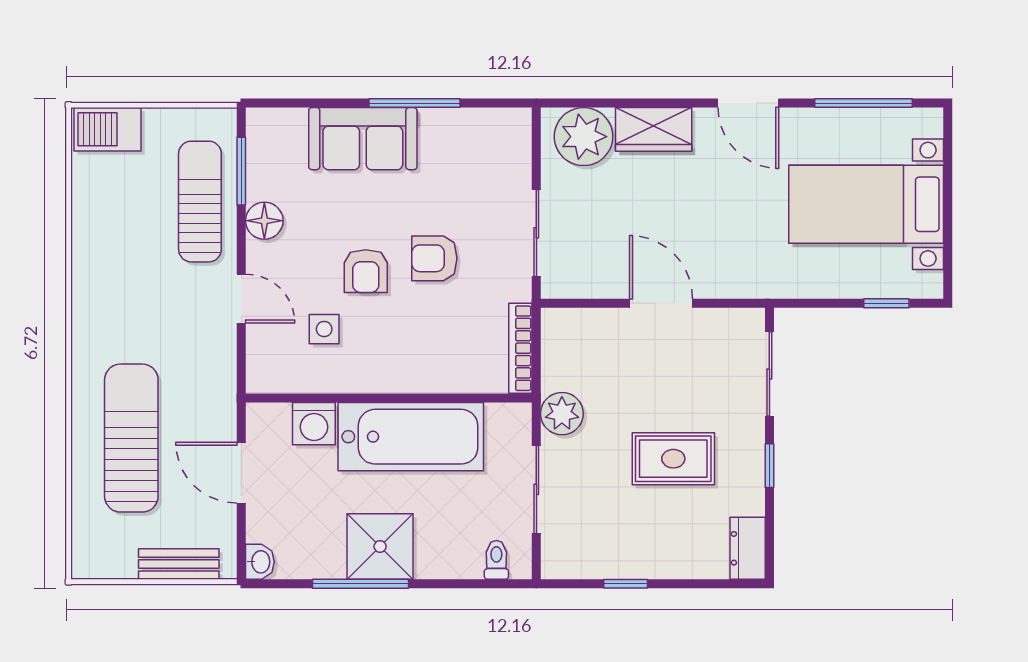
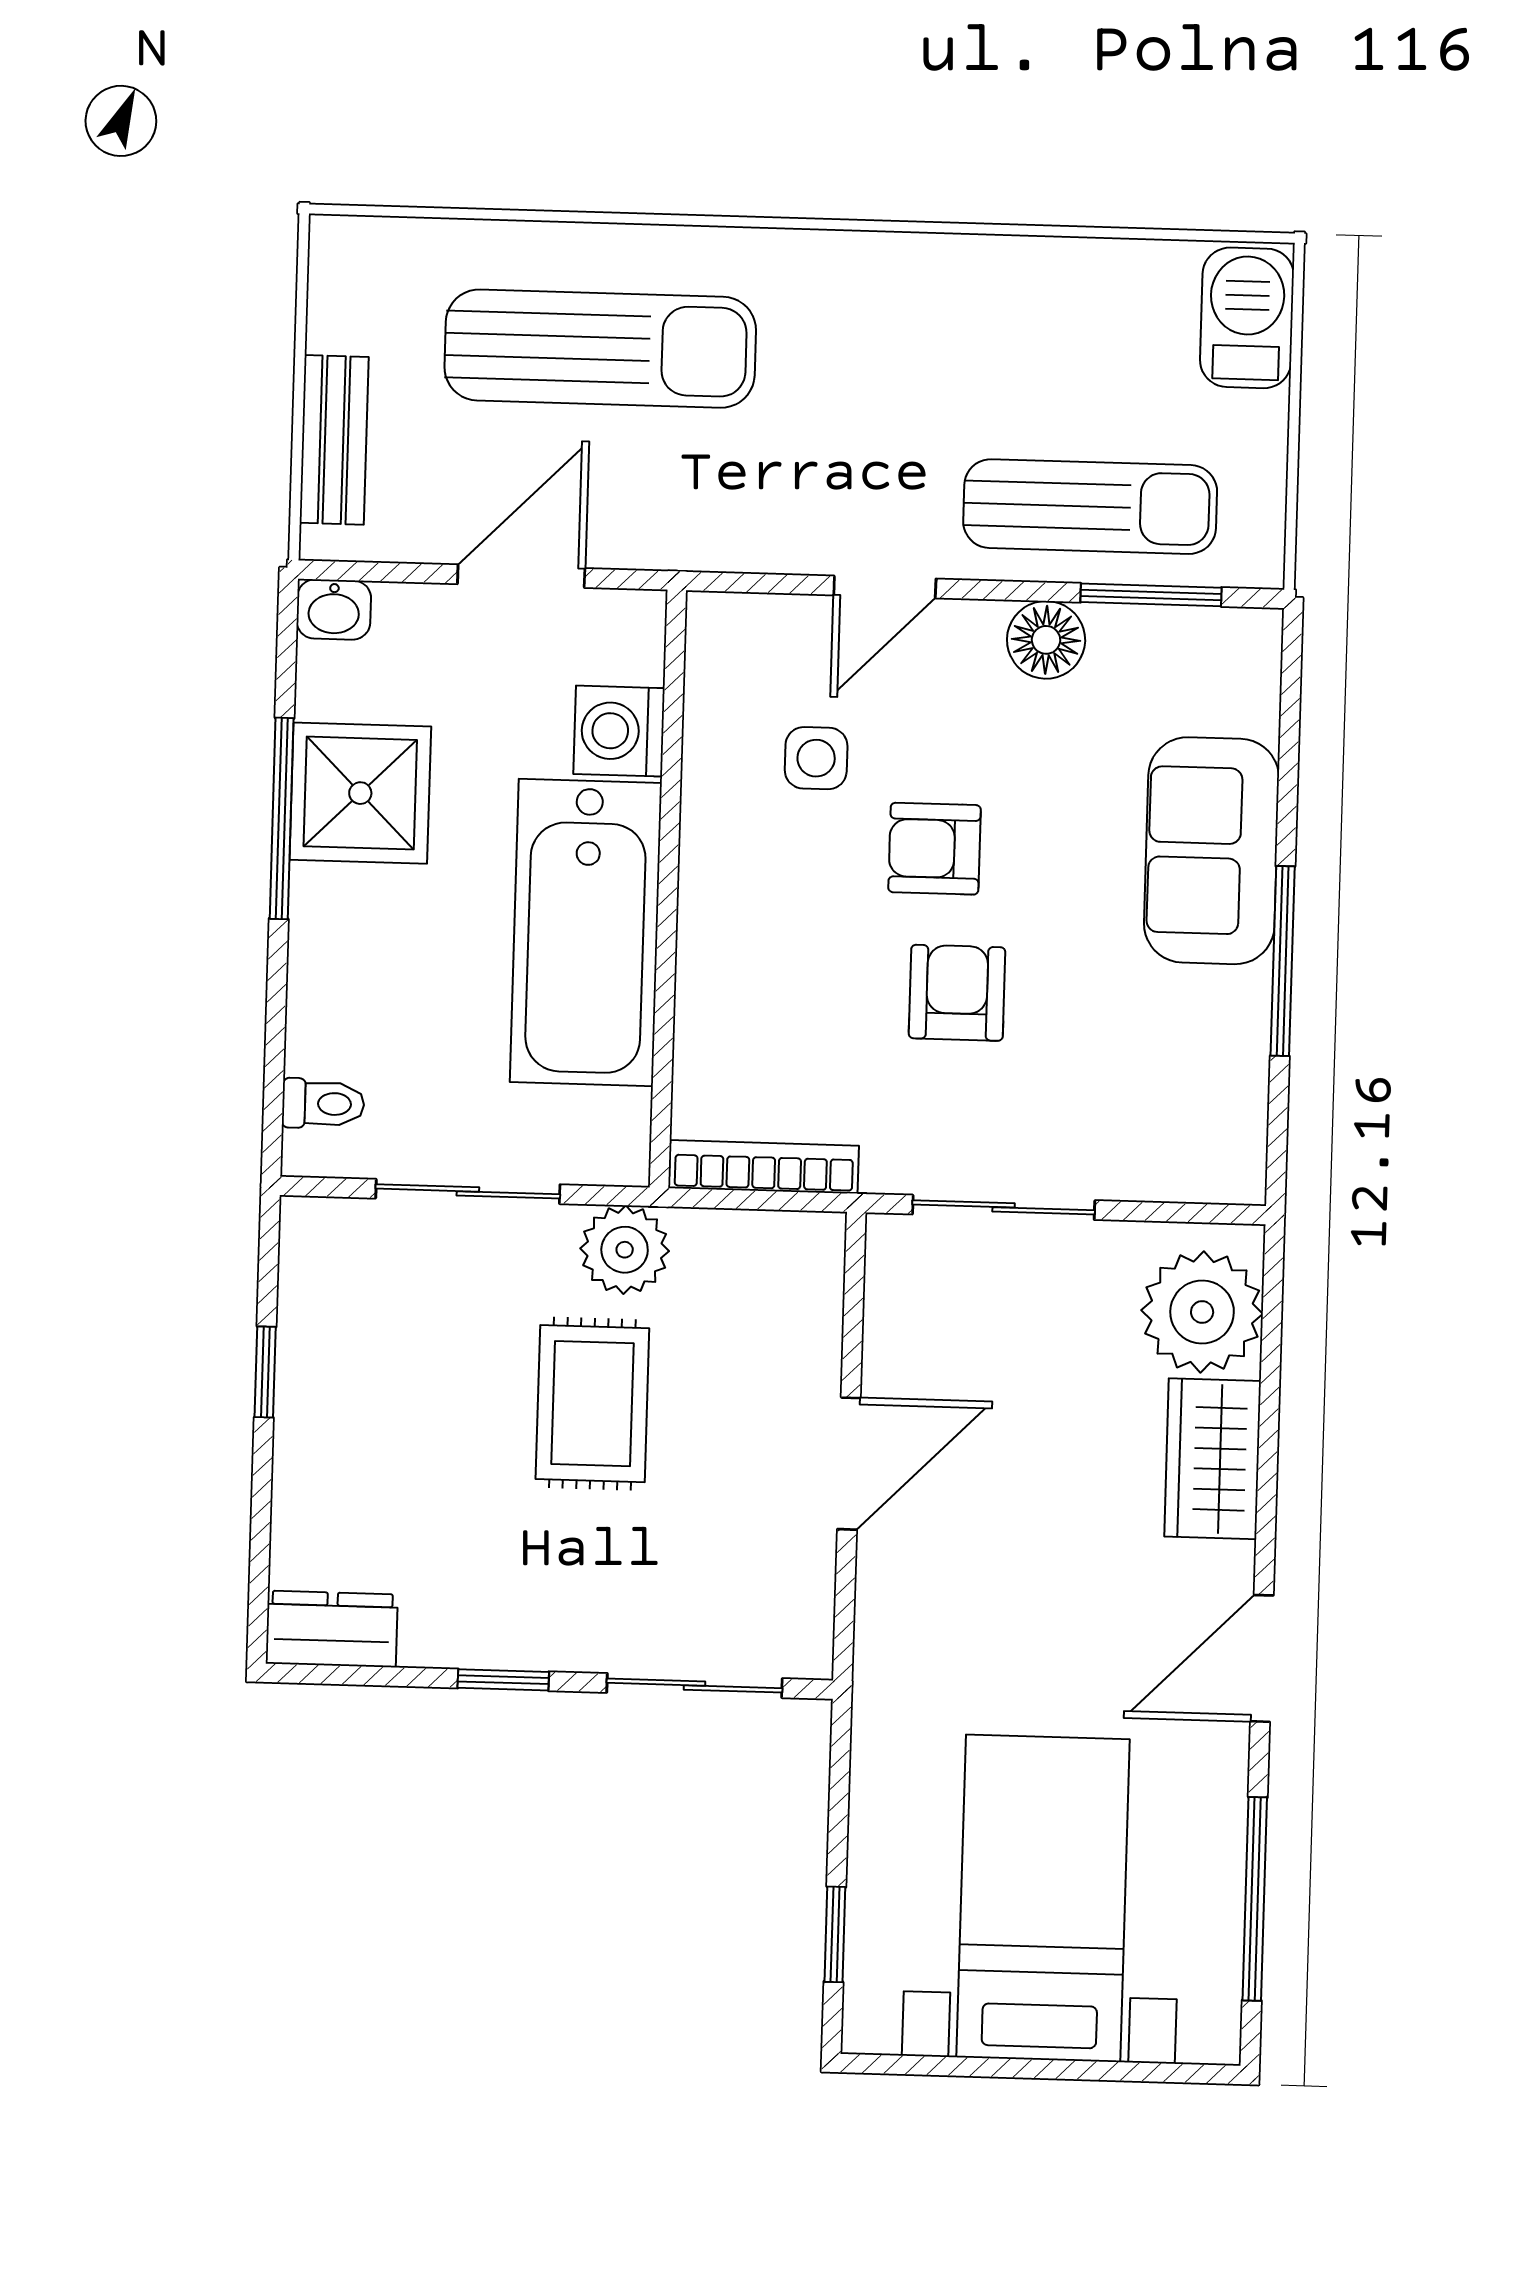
rug: (673, 459) -> (592, 1404), moved
shower: (380, 547) -> (360, 793), moved

